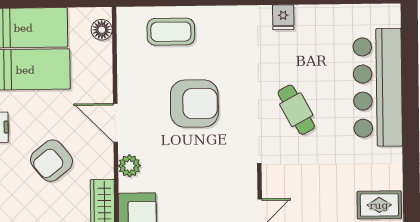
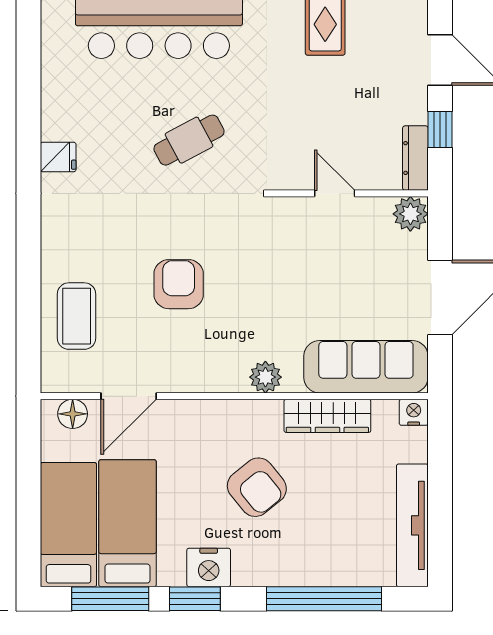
armchair: (194, 104) -> (179, 284), width x0.73, depth x0.73
door: (115, 123) -> (129, 396), moved

